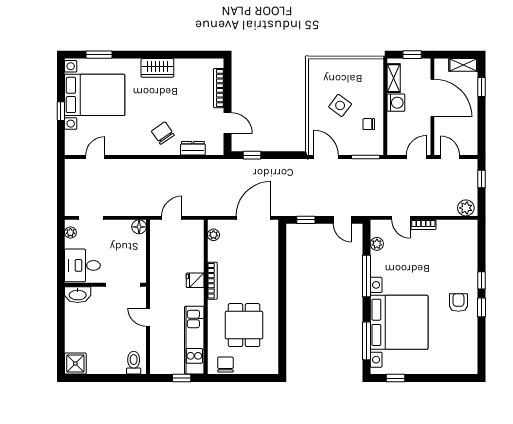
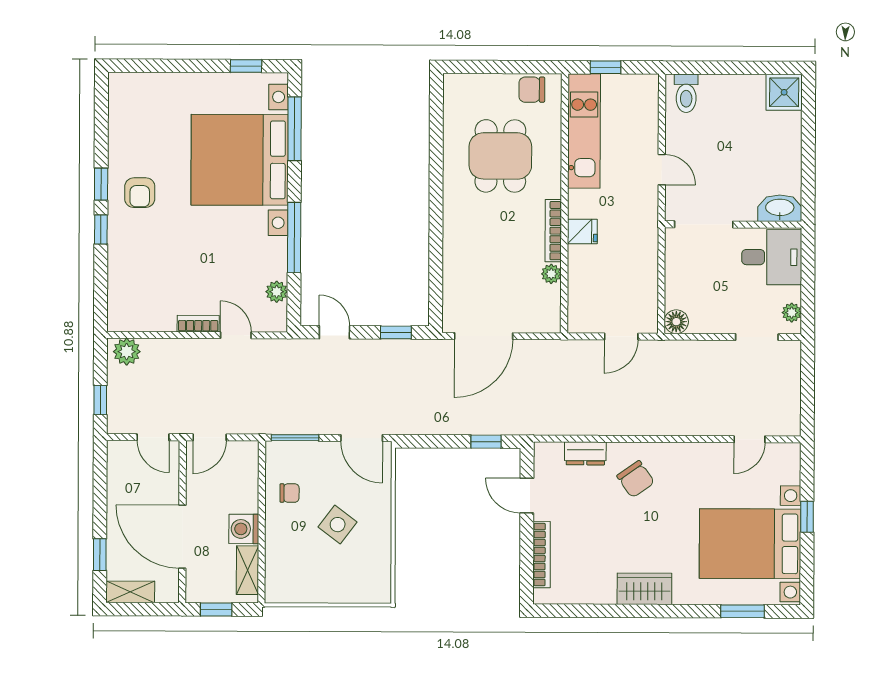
plant: (213, 235) -> (551, 274), moved
chair: (225, 365) -> (532, 90), turned 90

